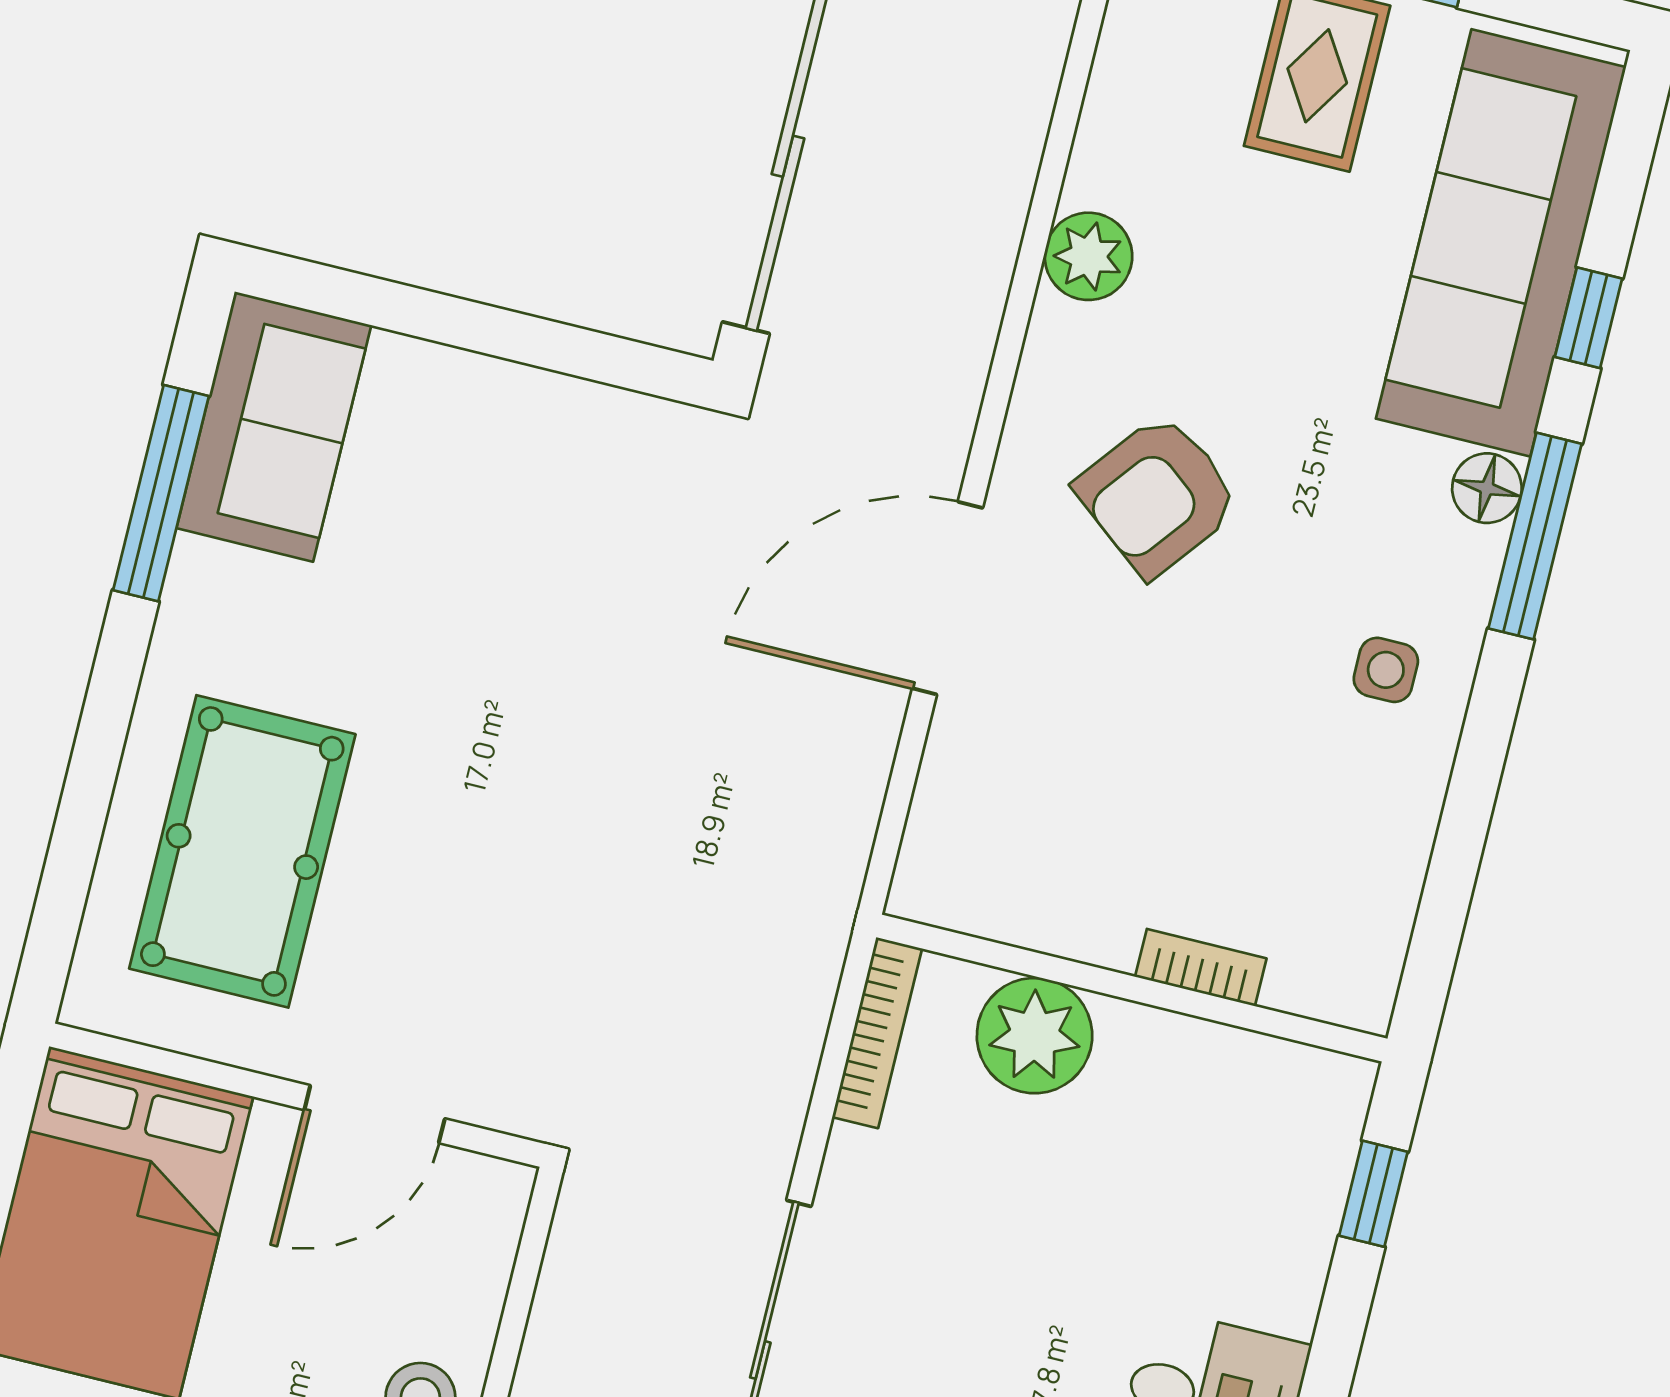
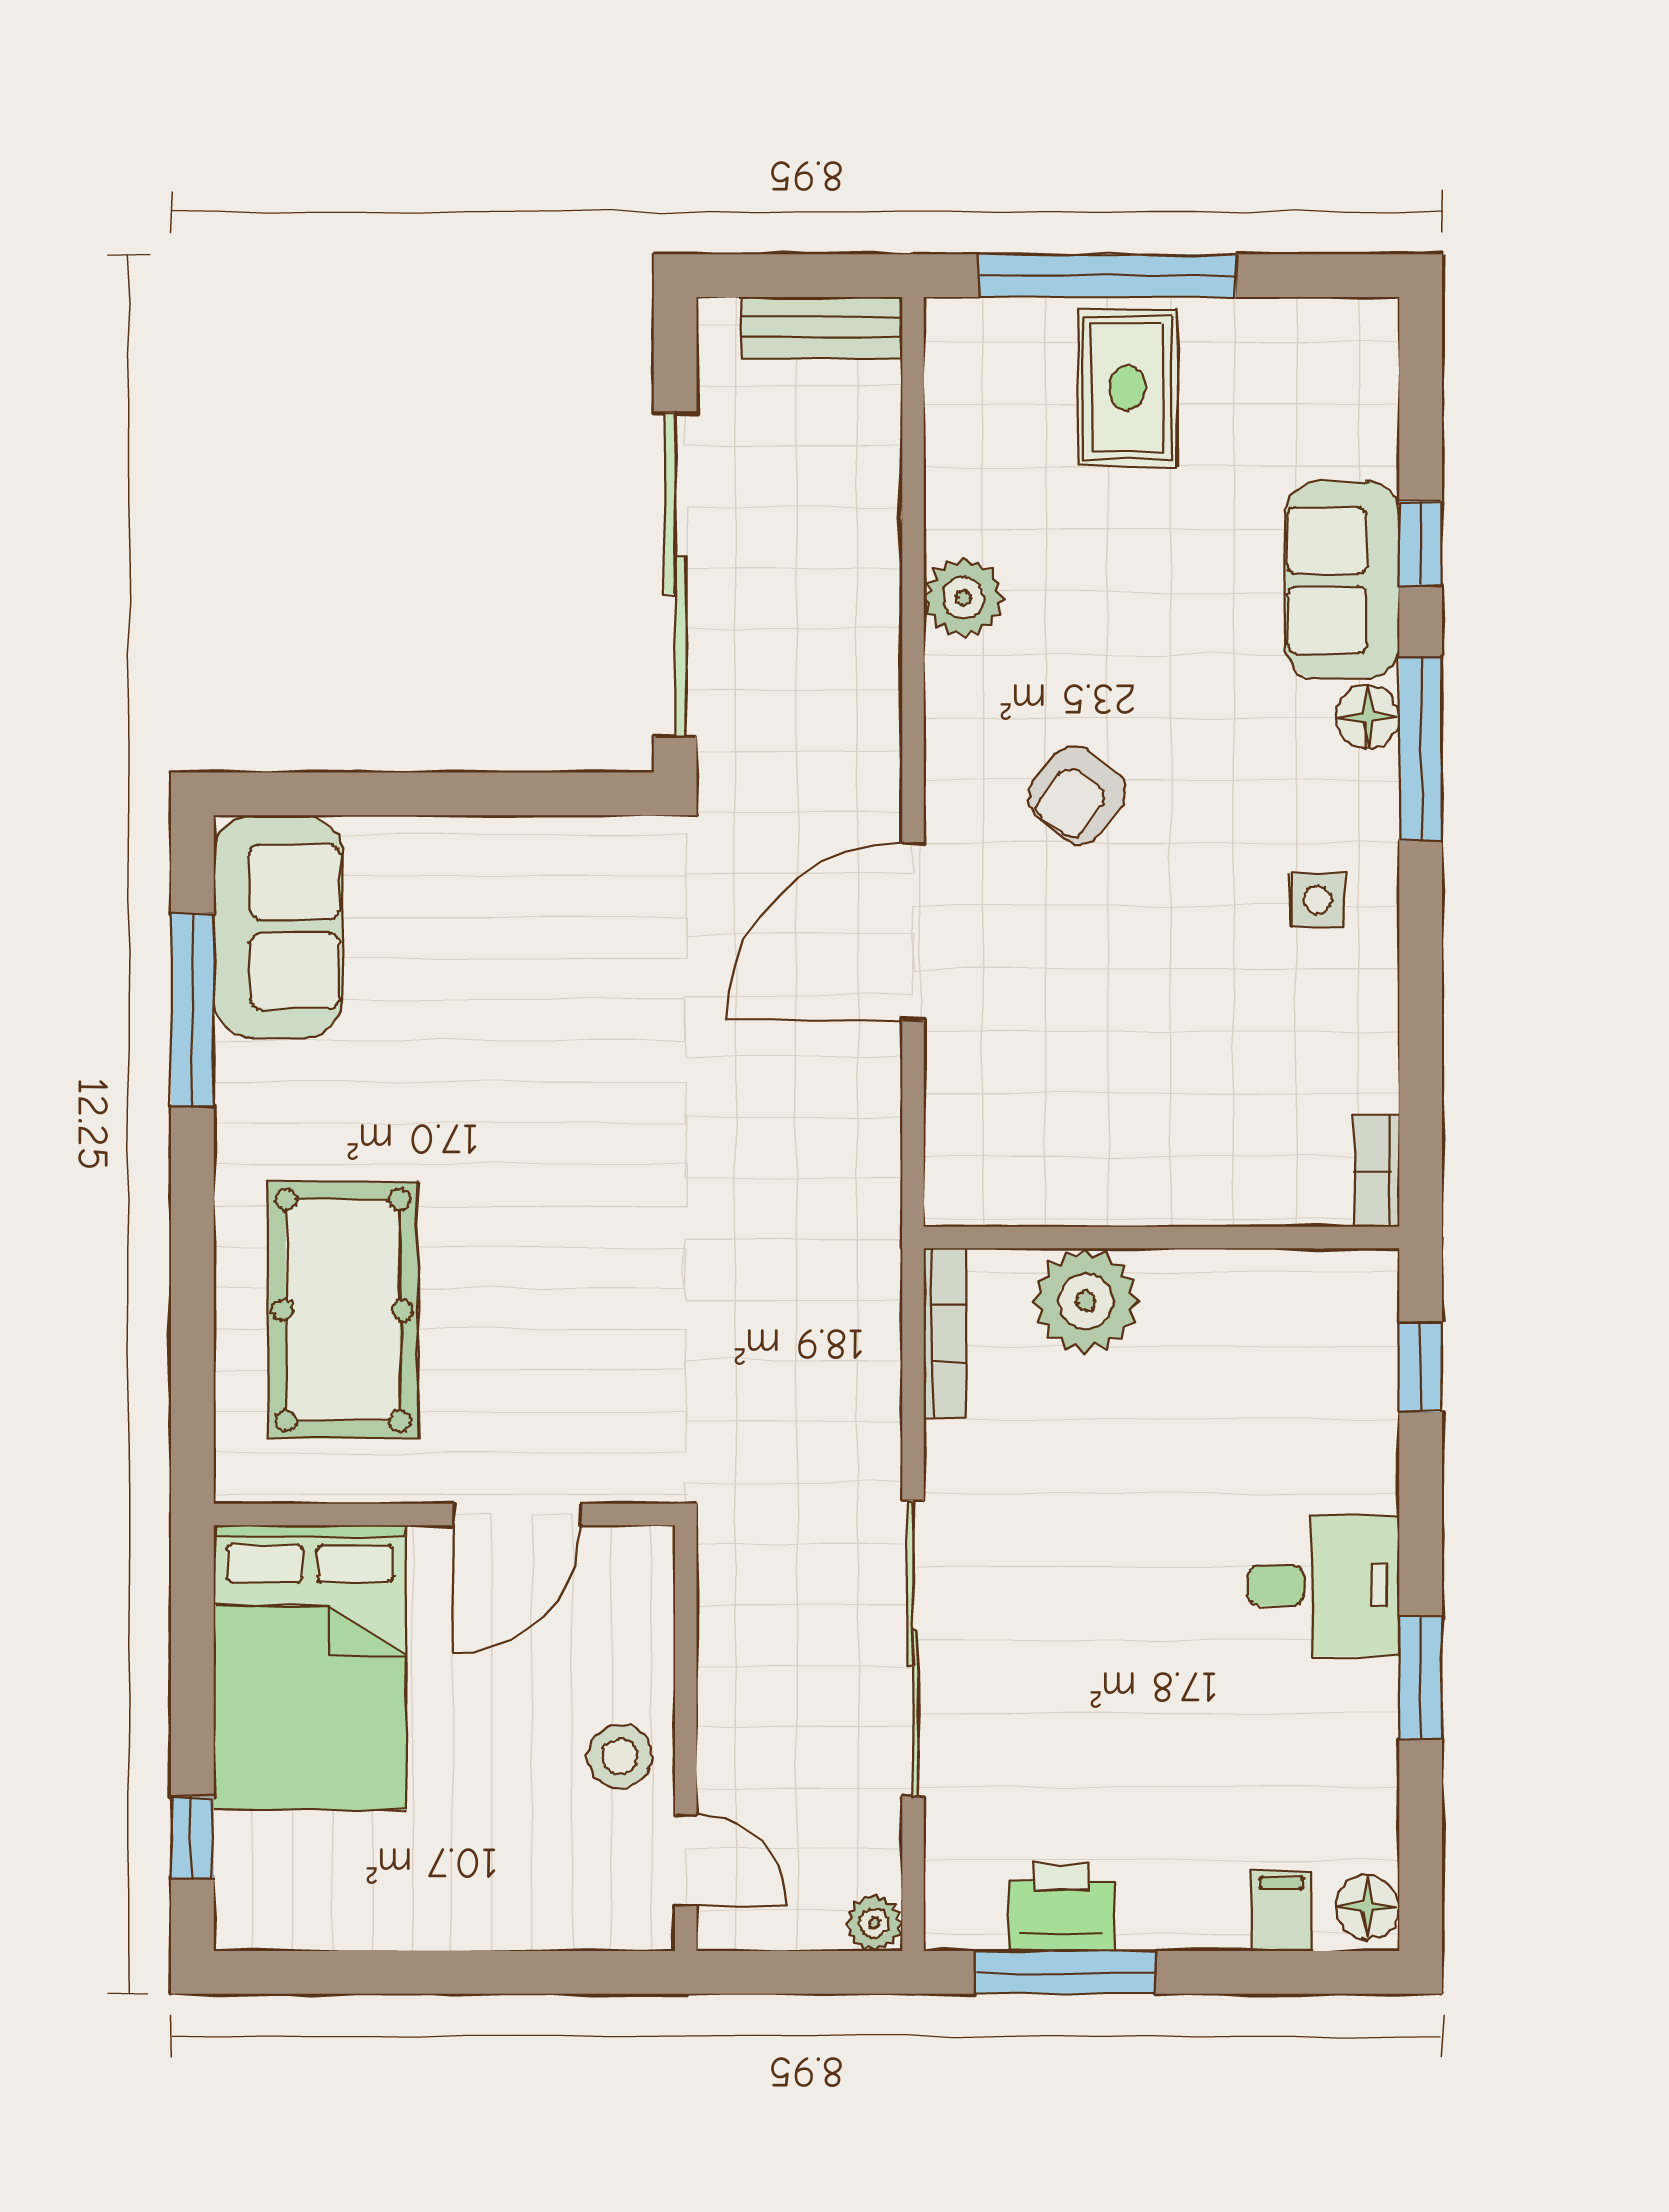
sofa: (1501, 243) -> (1342, 580), width x0.54, depth x0.79
armchair: (1158, 495) -> (1077, 795), width x0.72, depth x0.72
bookcase: (1201, 968) -> (1377, 1171), moved, turned -90

